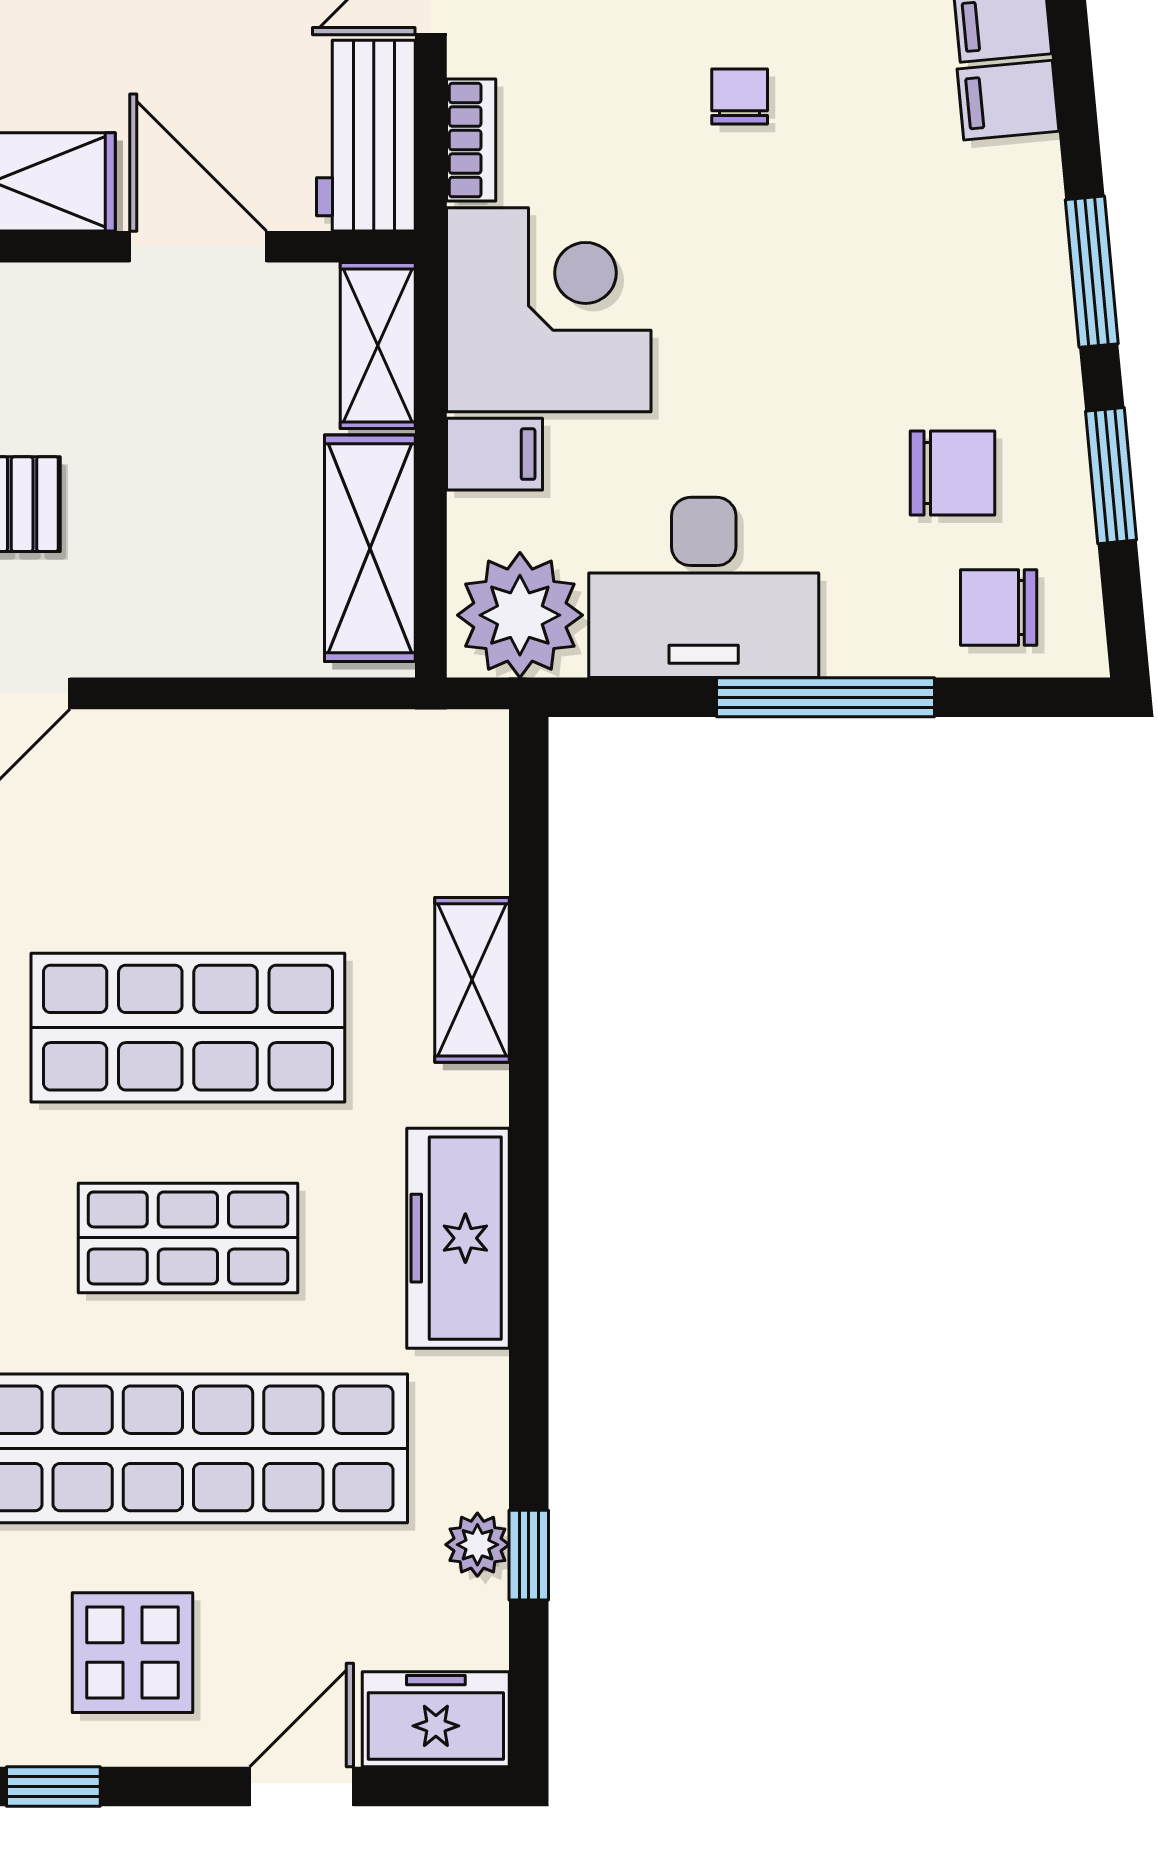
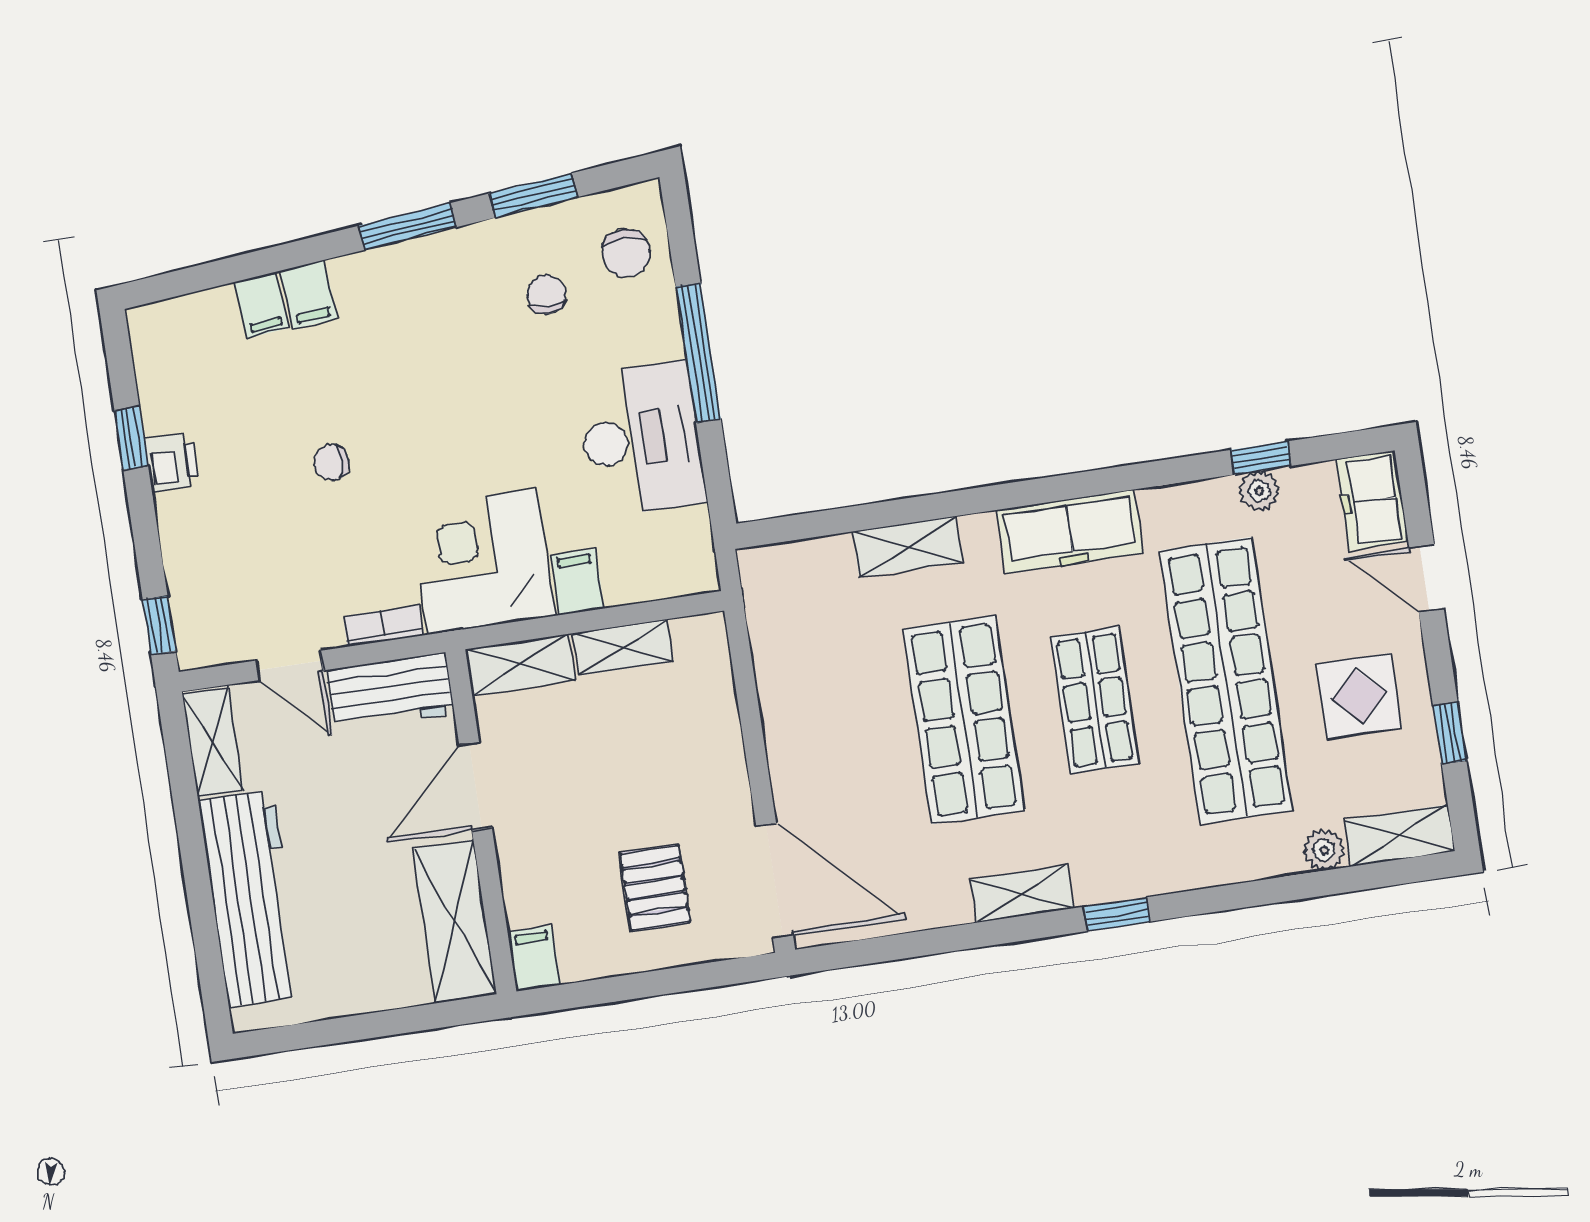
chair: (953, 473) -> (546, 294), width x0.73, depth x0.73
shelving: (370, 548) -> (623, 647), width x0.67, depth x0.75
plant: (520, 615) -> (675, 551), removed

